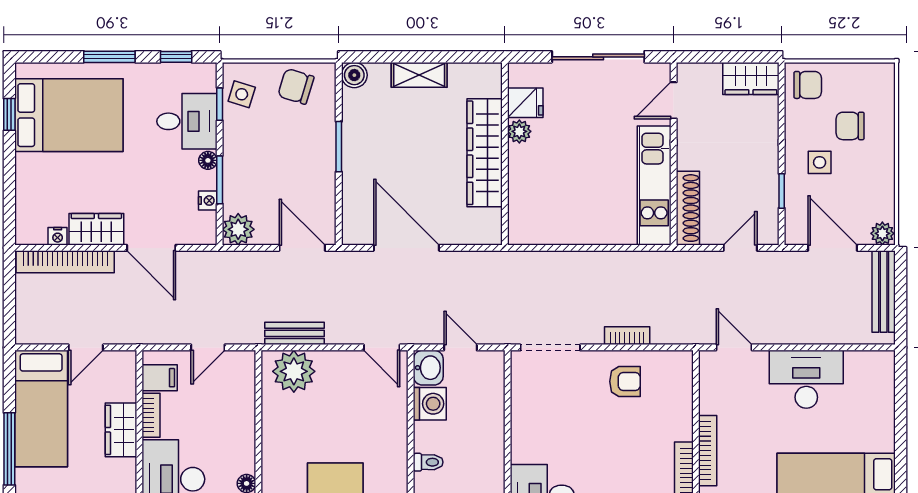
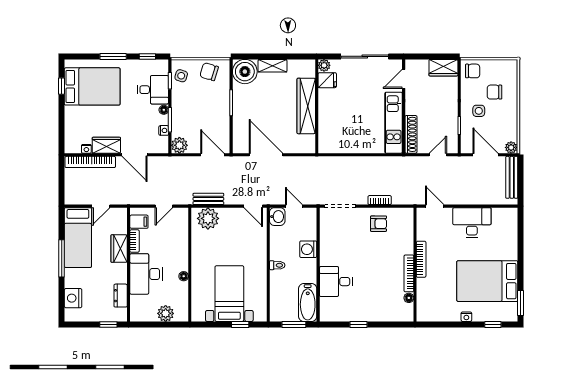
boiler: (354, 75) -> (245, 72), width x1.86, depth x1.86
plant: (519, 131) -> (324, 65), moved
washing machine: (430, 404) -> (308, 249), moved, turned 180

